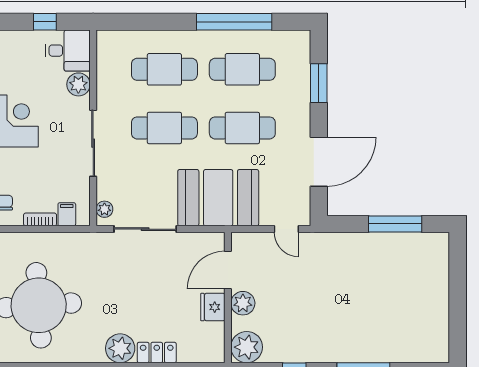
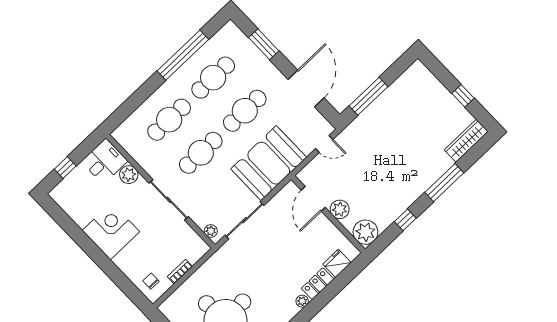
window: (45, 22) -> (65, 168), moved
filing cabinet: (67, 214) -> (192, 254), removed
window: (395, 224) -> (368, 96), moved
fridge: (213, 307) -> (337, 263), moved, turned 90
window: (458, 307) -> (463, 96), added
plant: (120, 348) -> (302, 301), width x0.53, depth x0.53
wardrobe: (421, 352) -> (466, 141), added

